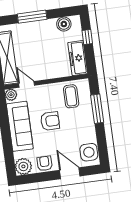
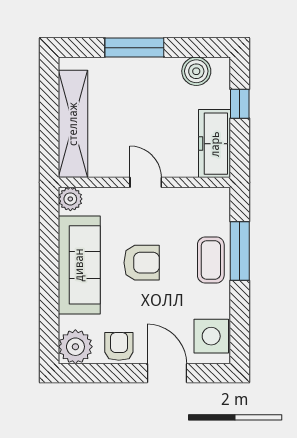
door: (27, 84) -> (146, 182), moved
coffee table: (71, 96) -> (211, 260), moved

